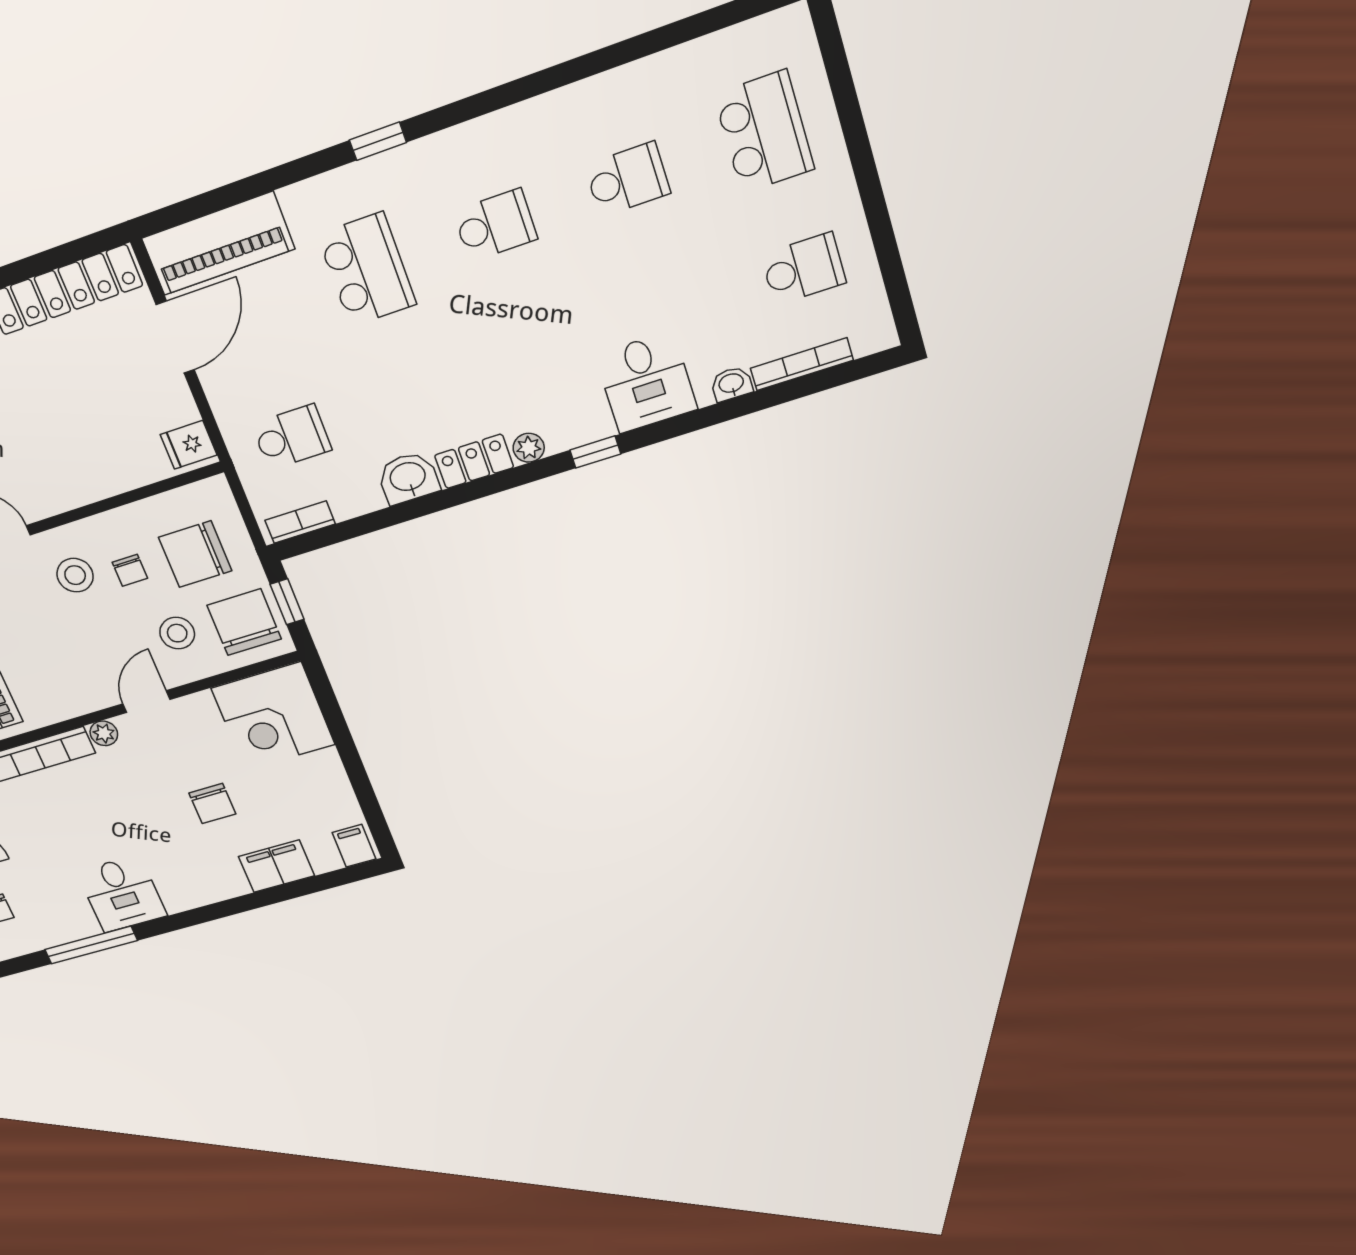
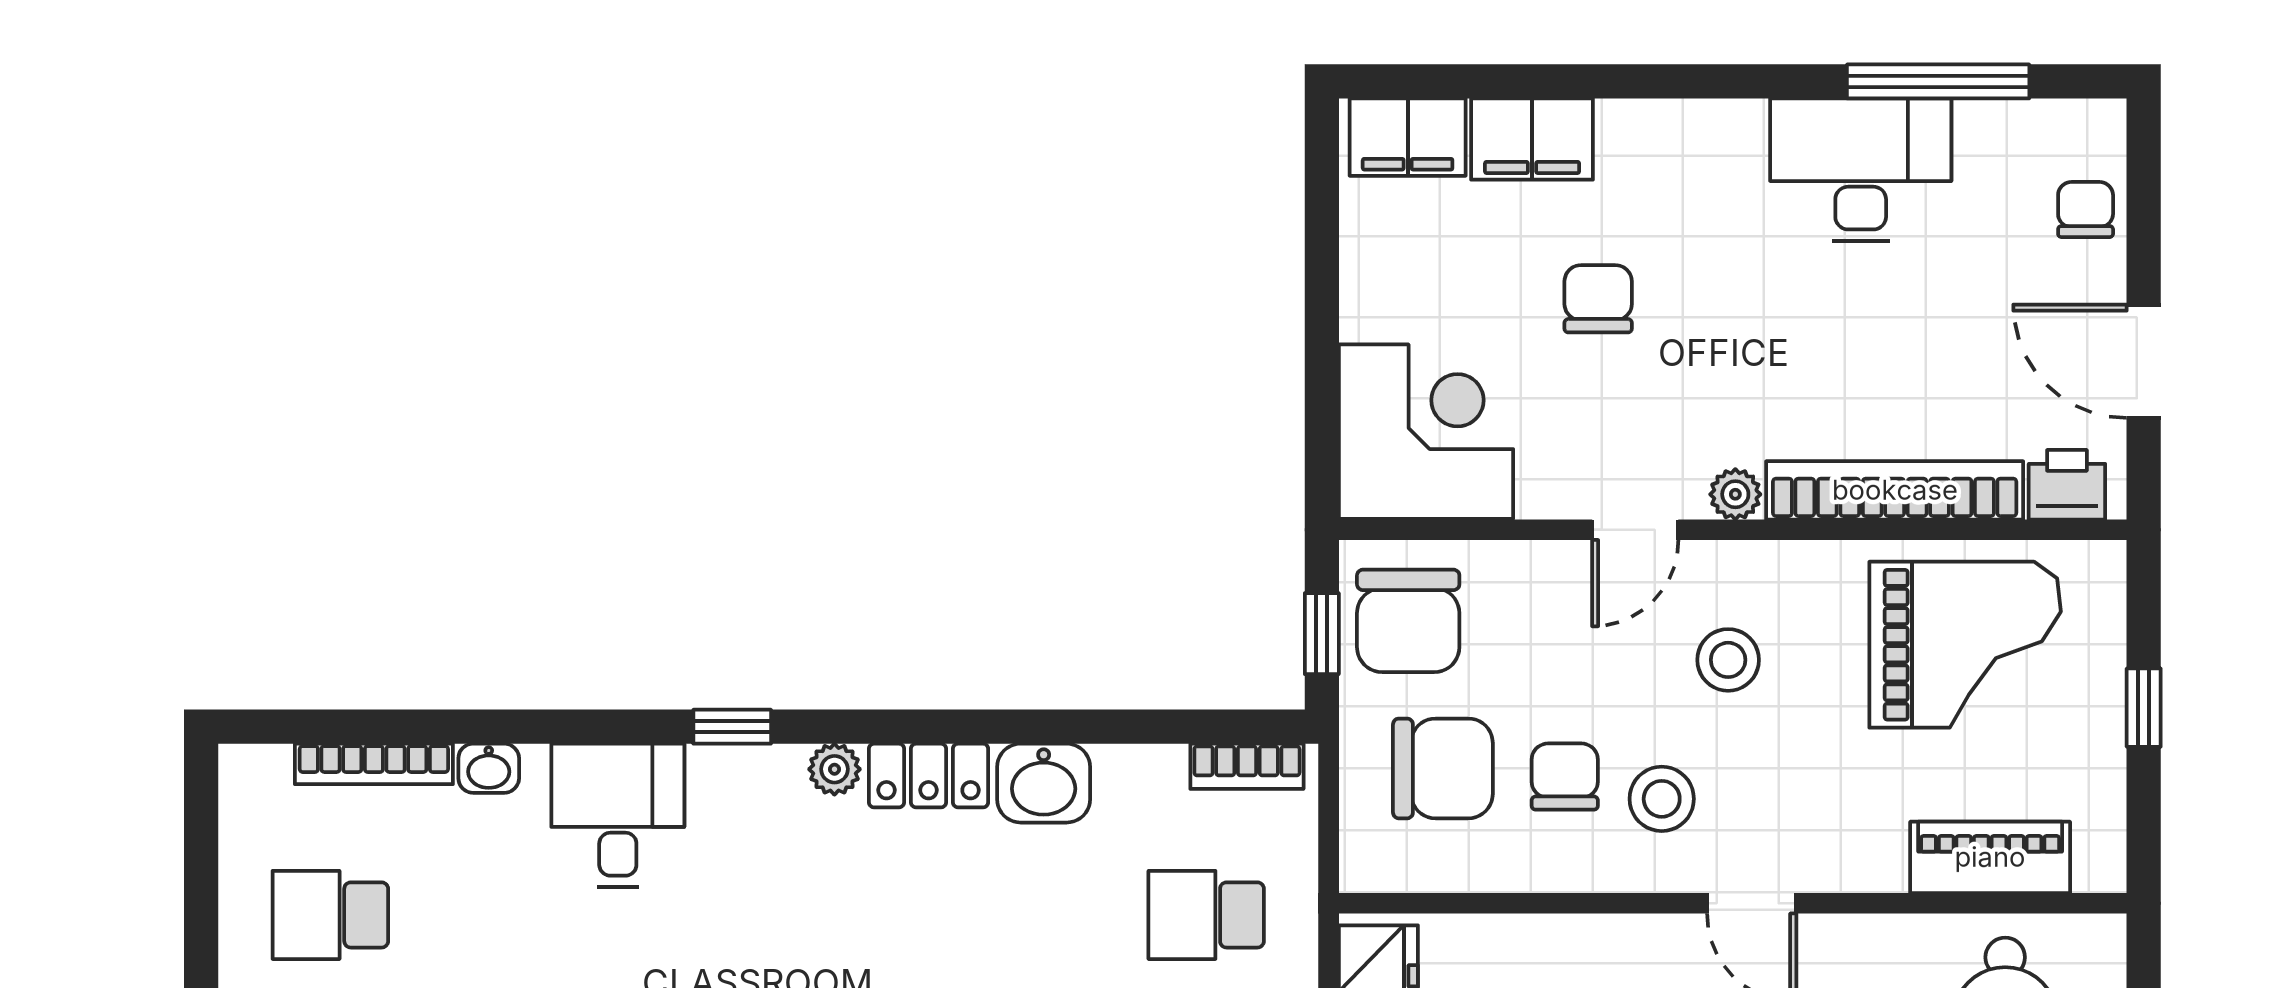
chair: (130, 570) -> (1565, 777), width x1.37, depth x1.37
stool: (177, 633) -> (1728, 660), moved
filing cabinet: (354, 846) -> (1408, 137), width x2.00
desk: (122, 894) -> (1861, 170), width x1.37

